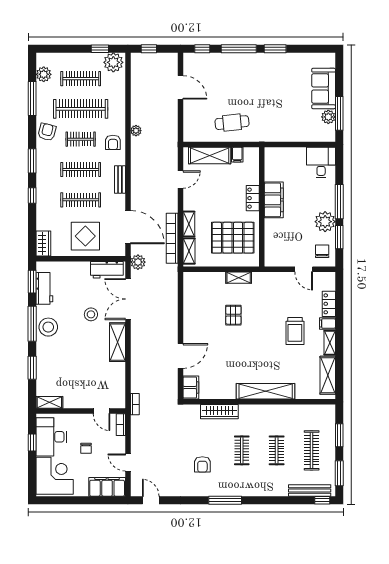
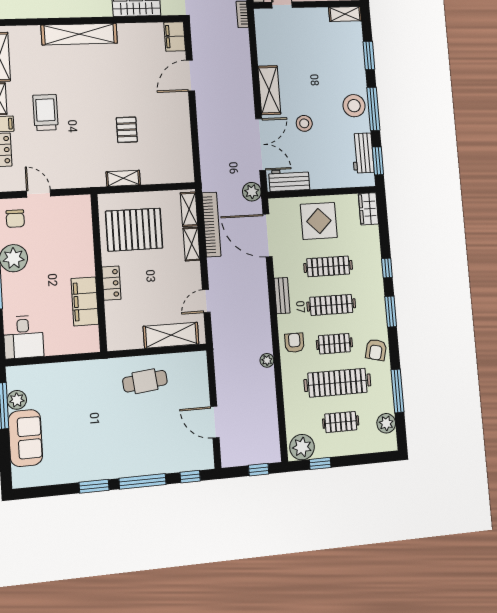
clothes rail: (81, 79) -> (341, 422), width x0.73
filing cabinet: (237, 155) -> (135, 339), removed
filing cabinet: (274, 200) -> (85, 301), moved

